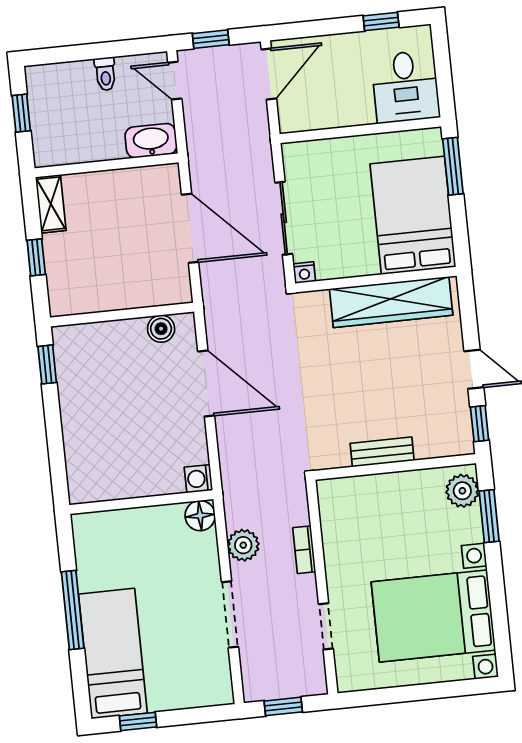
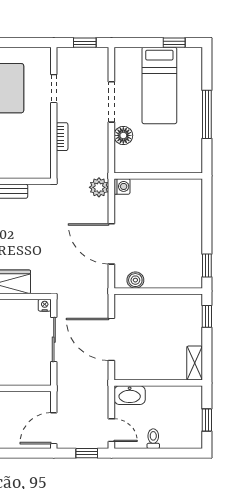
window: (36, 257) -> (207, 316), moved
floor lamp: (200, 516) -> (123, 135), moved
plant: (243, 545) -> (99, 187), moved
bed: (113, 654) -> (159, 85), moved

